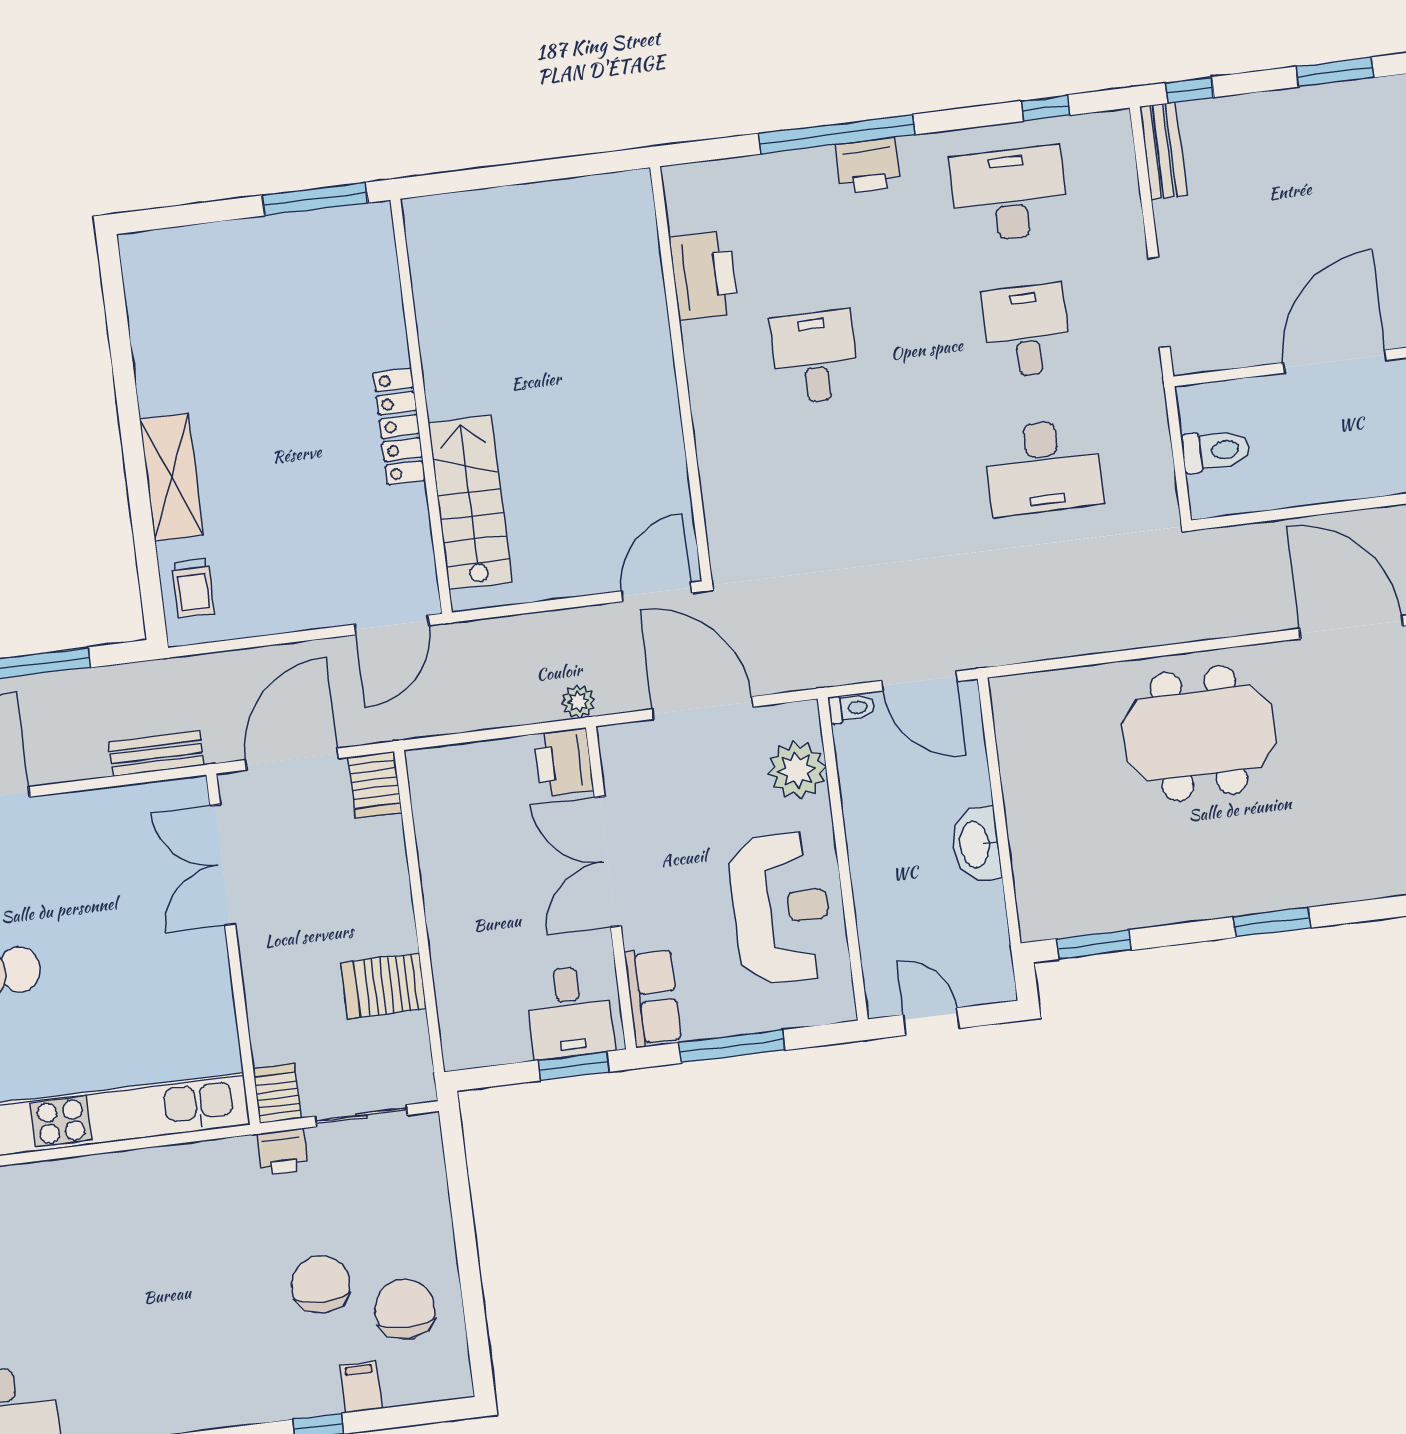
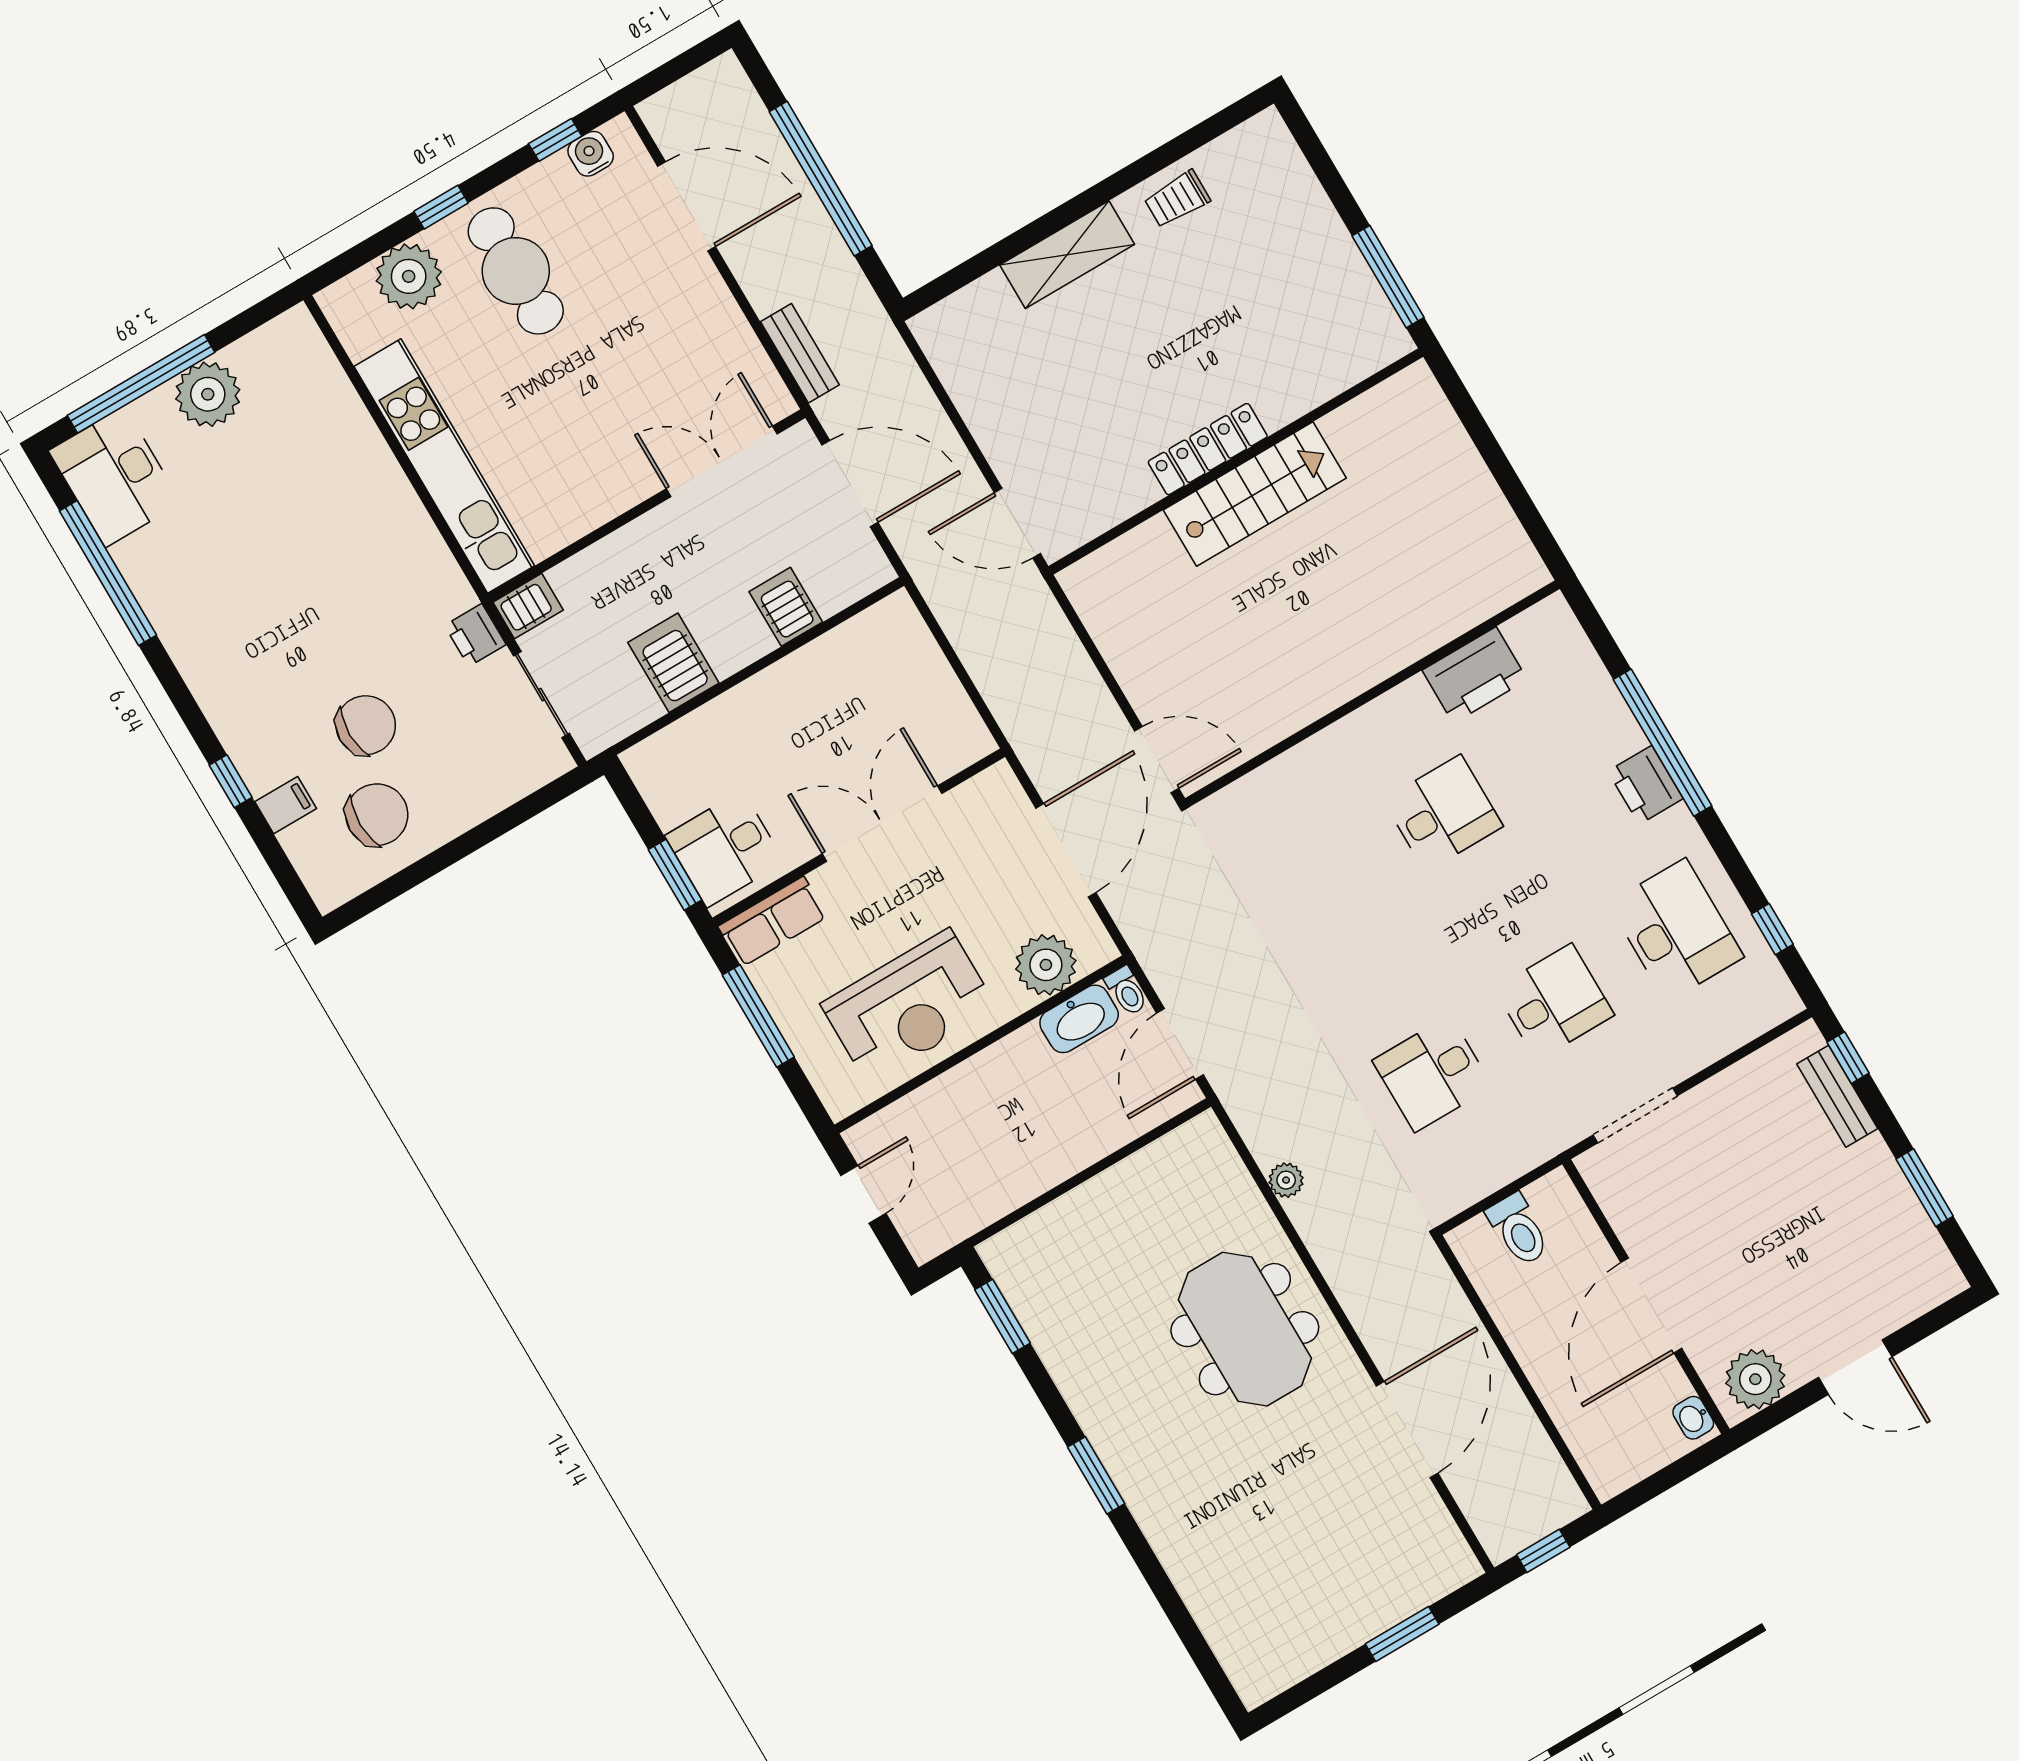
bench: (1163, 151) -> (1837, 1096), moved, turned 90
door: (1335, 361) -> (1651, 1305), swing flipped
desk: (1043, 467) -> (1432, 1074), width x0.73
stairs: (470, 502) -> (1255, 494), moved
trolley: (193, 588) -> (1177, 199), moved
plant: (578, 702) -> (1286, 1180), moved
printer: (564, 763) -> (958, 742), removed
server rack: (375, 785) -> (786, 607), moved, turned 90
washbasin: (976, 844) -> (1079, 1019), moved, turned 180

